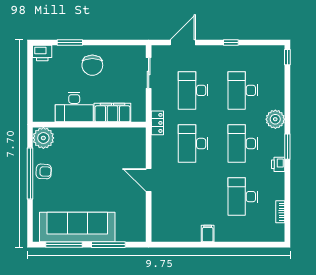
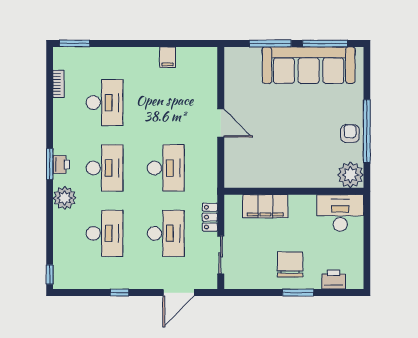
window: (70, 42) -> (298, 293), moved
printer: (42, 53) -> (334, 280), moved
desk: (74, 107) -> (340, 213), moved
locker: (157, 123) -> (210, 217), moved
printer: (278, 164) -> (61, 165), moved
armchair: (44, 171) -> (350, 134), turned 87
filing cabinet: (208, 233) -> (168, 57), moved
window: (267, 245) -> (75, 43), added

